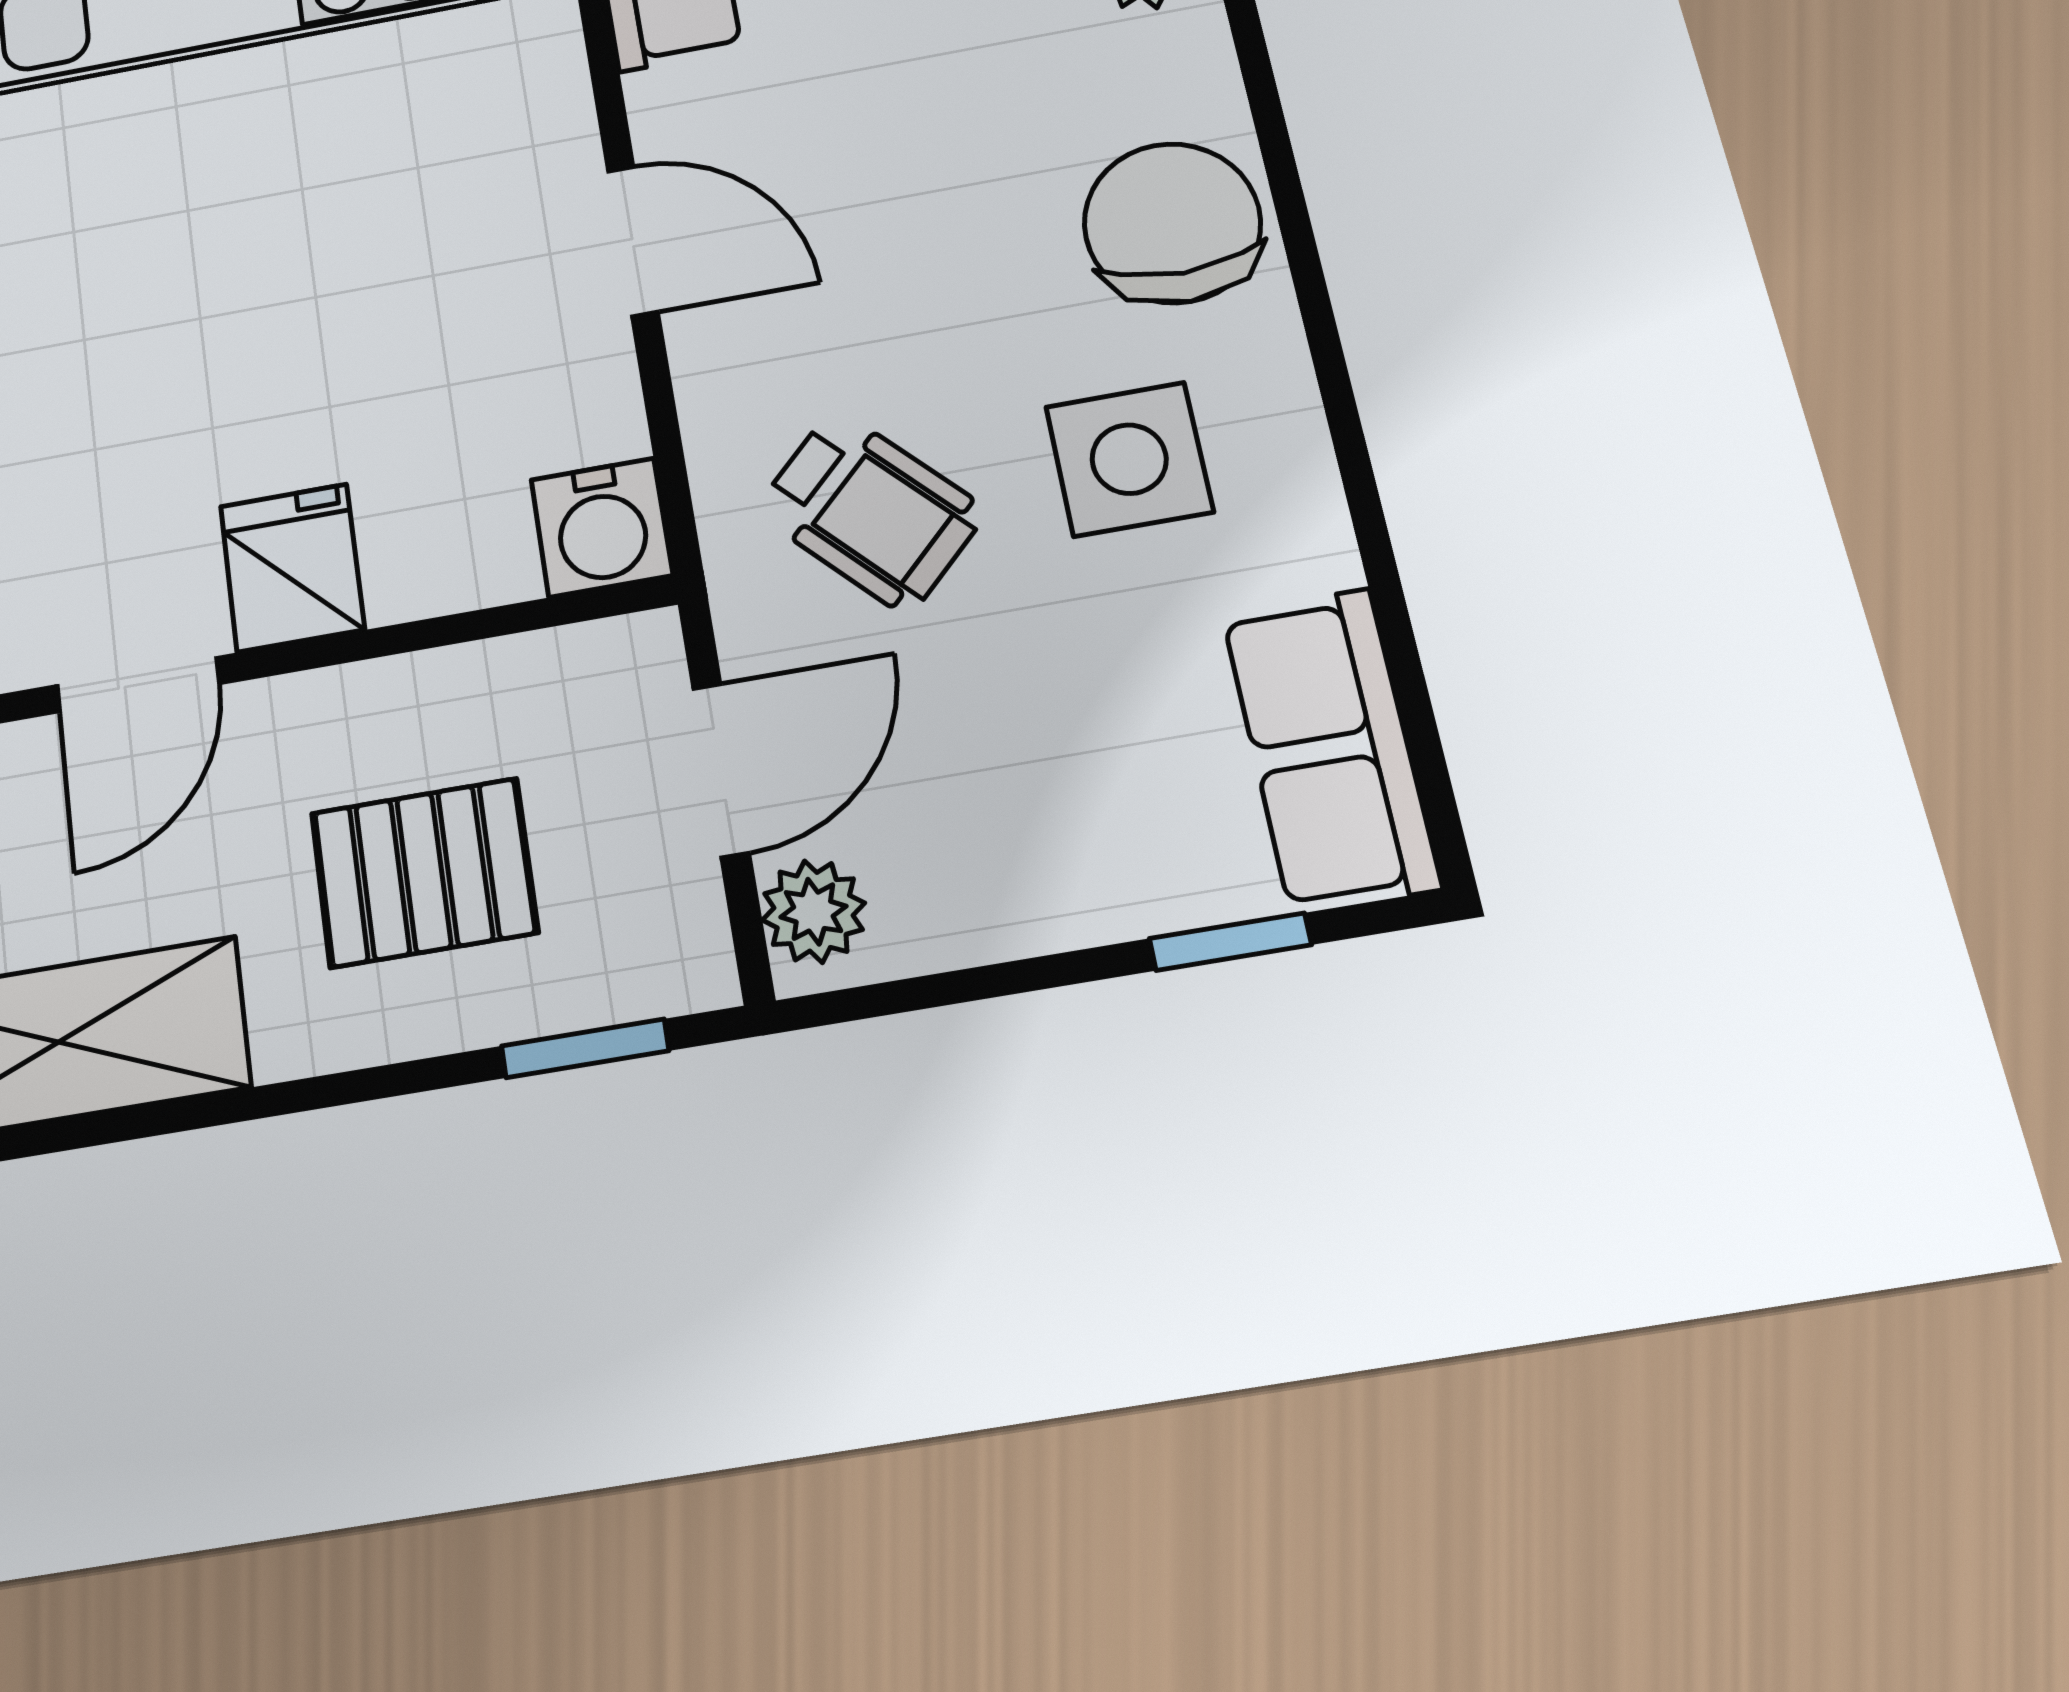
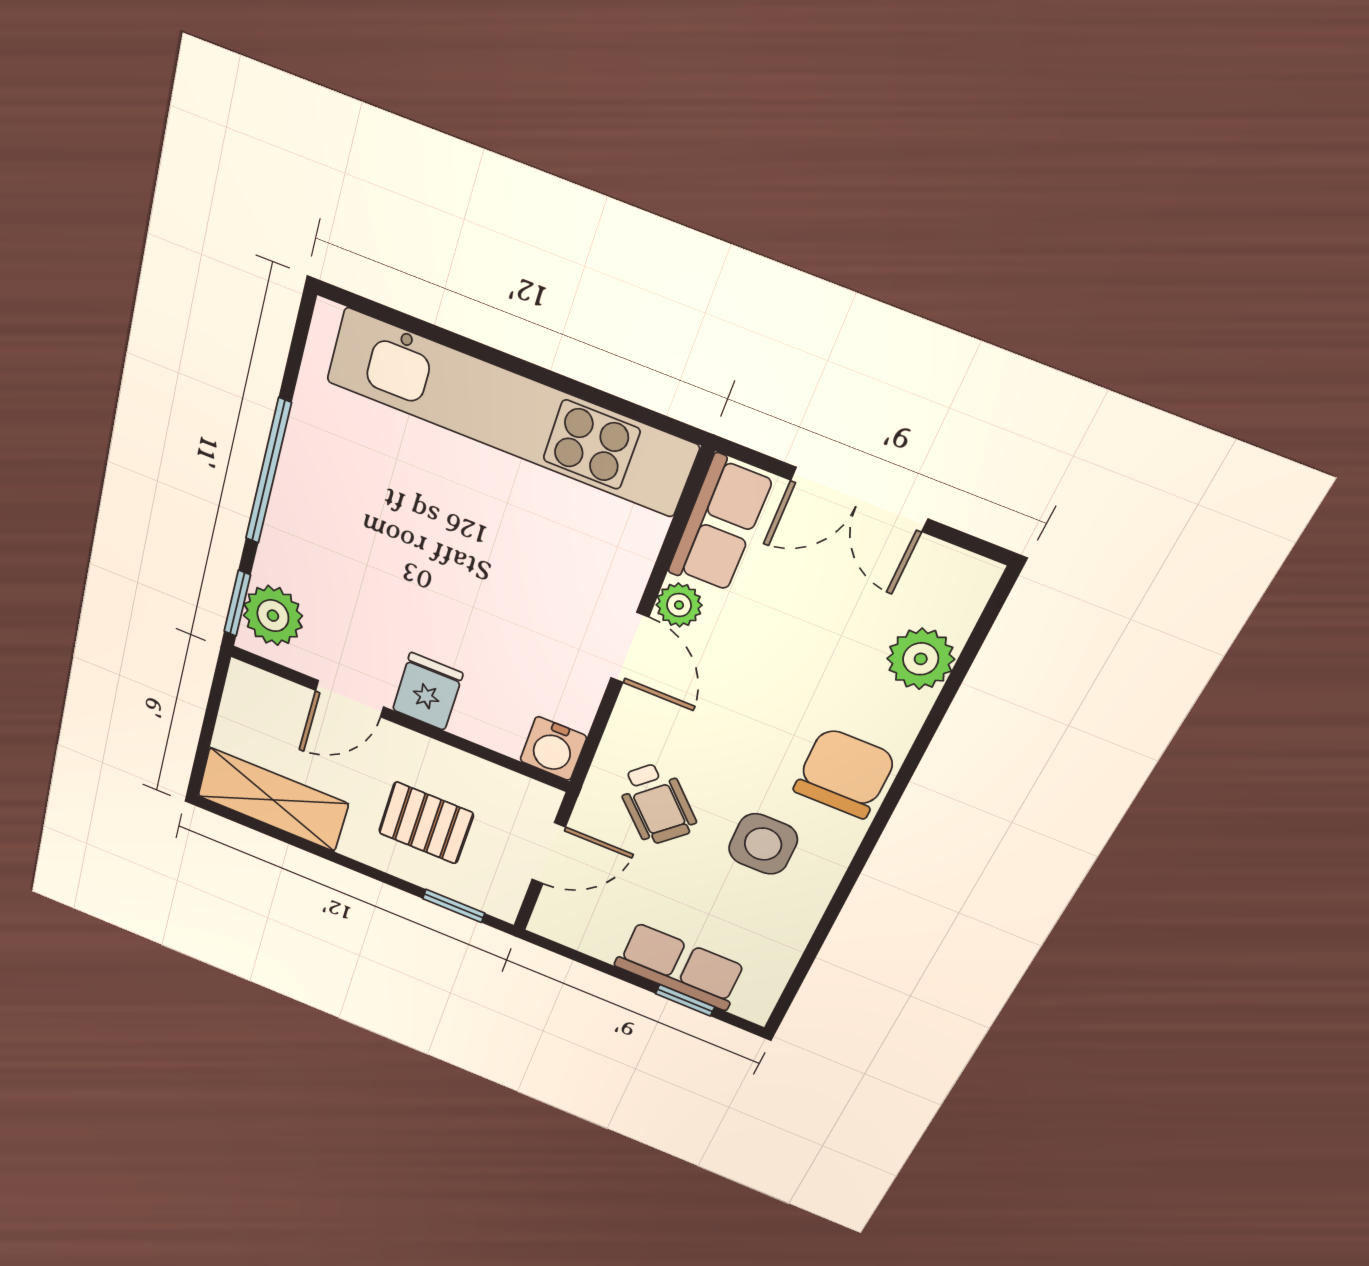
row of seats: (1330, 749) -> (680, 967), moved, turned 90
plant: (813, 912) -> (679, 605), moved

